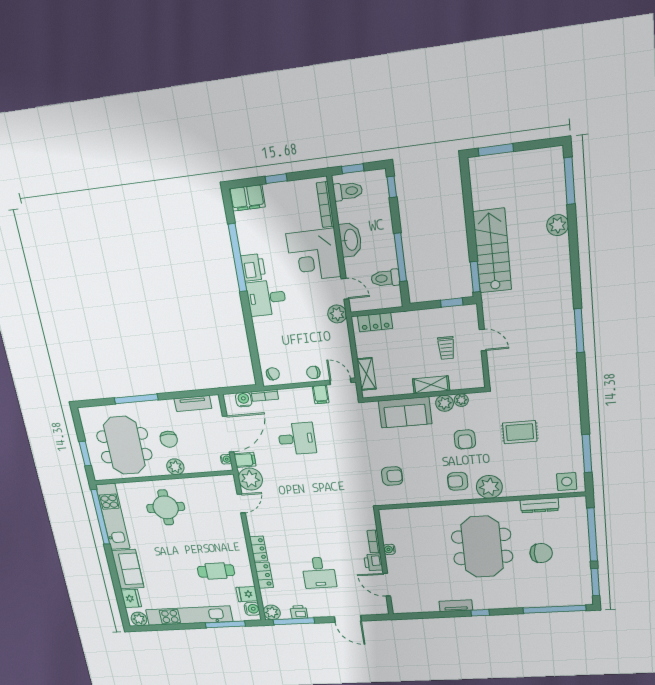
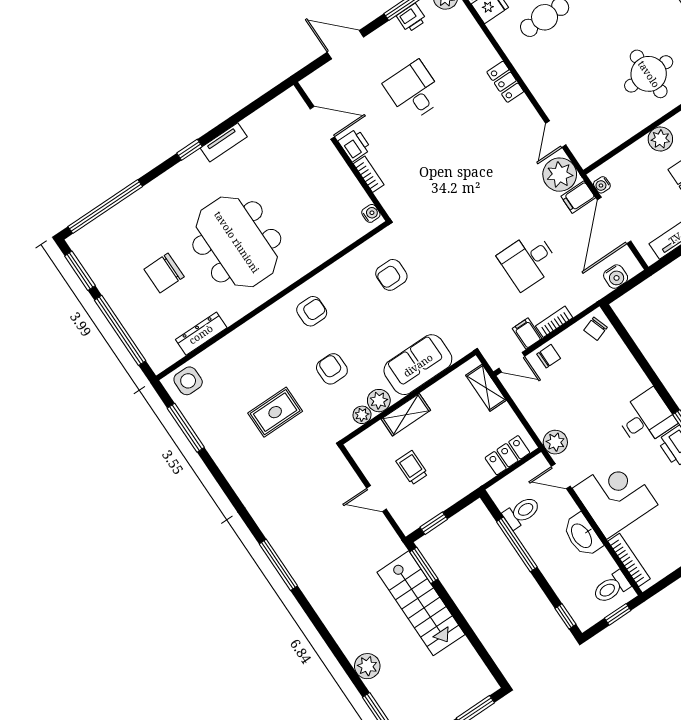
bookcase: (265, 395) -> (554, 322), moved
plant: (489, 487) -> (271, 325), removed
water cooler: (389, 549) -> (371, 213), moved
locker: (264, 575) -> (481, 47), removed

